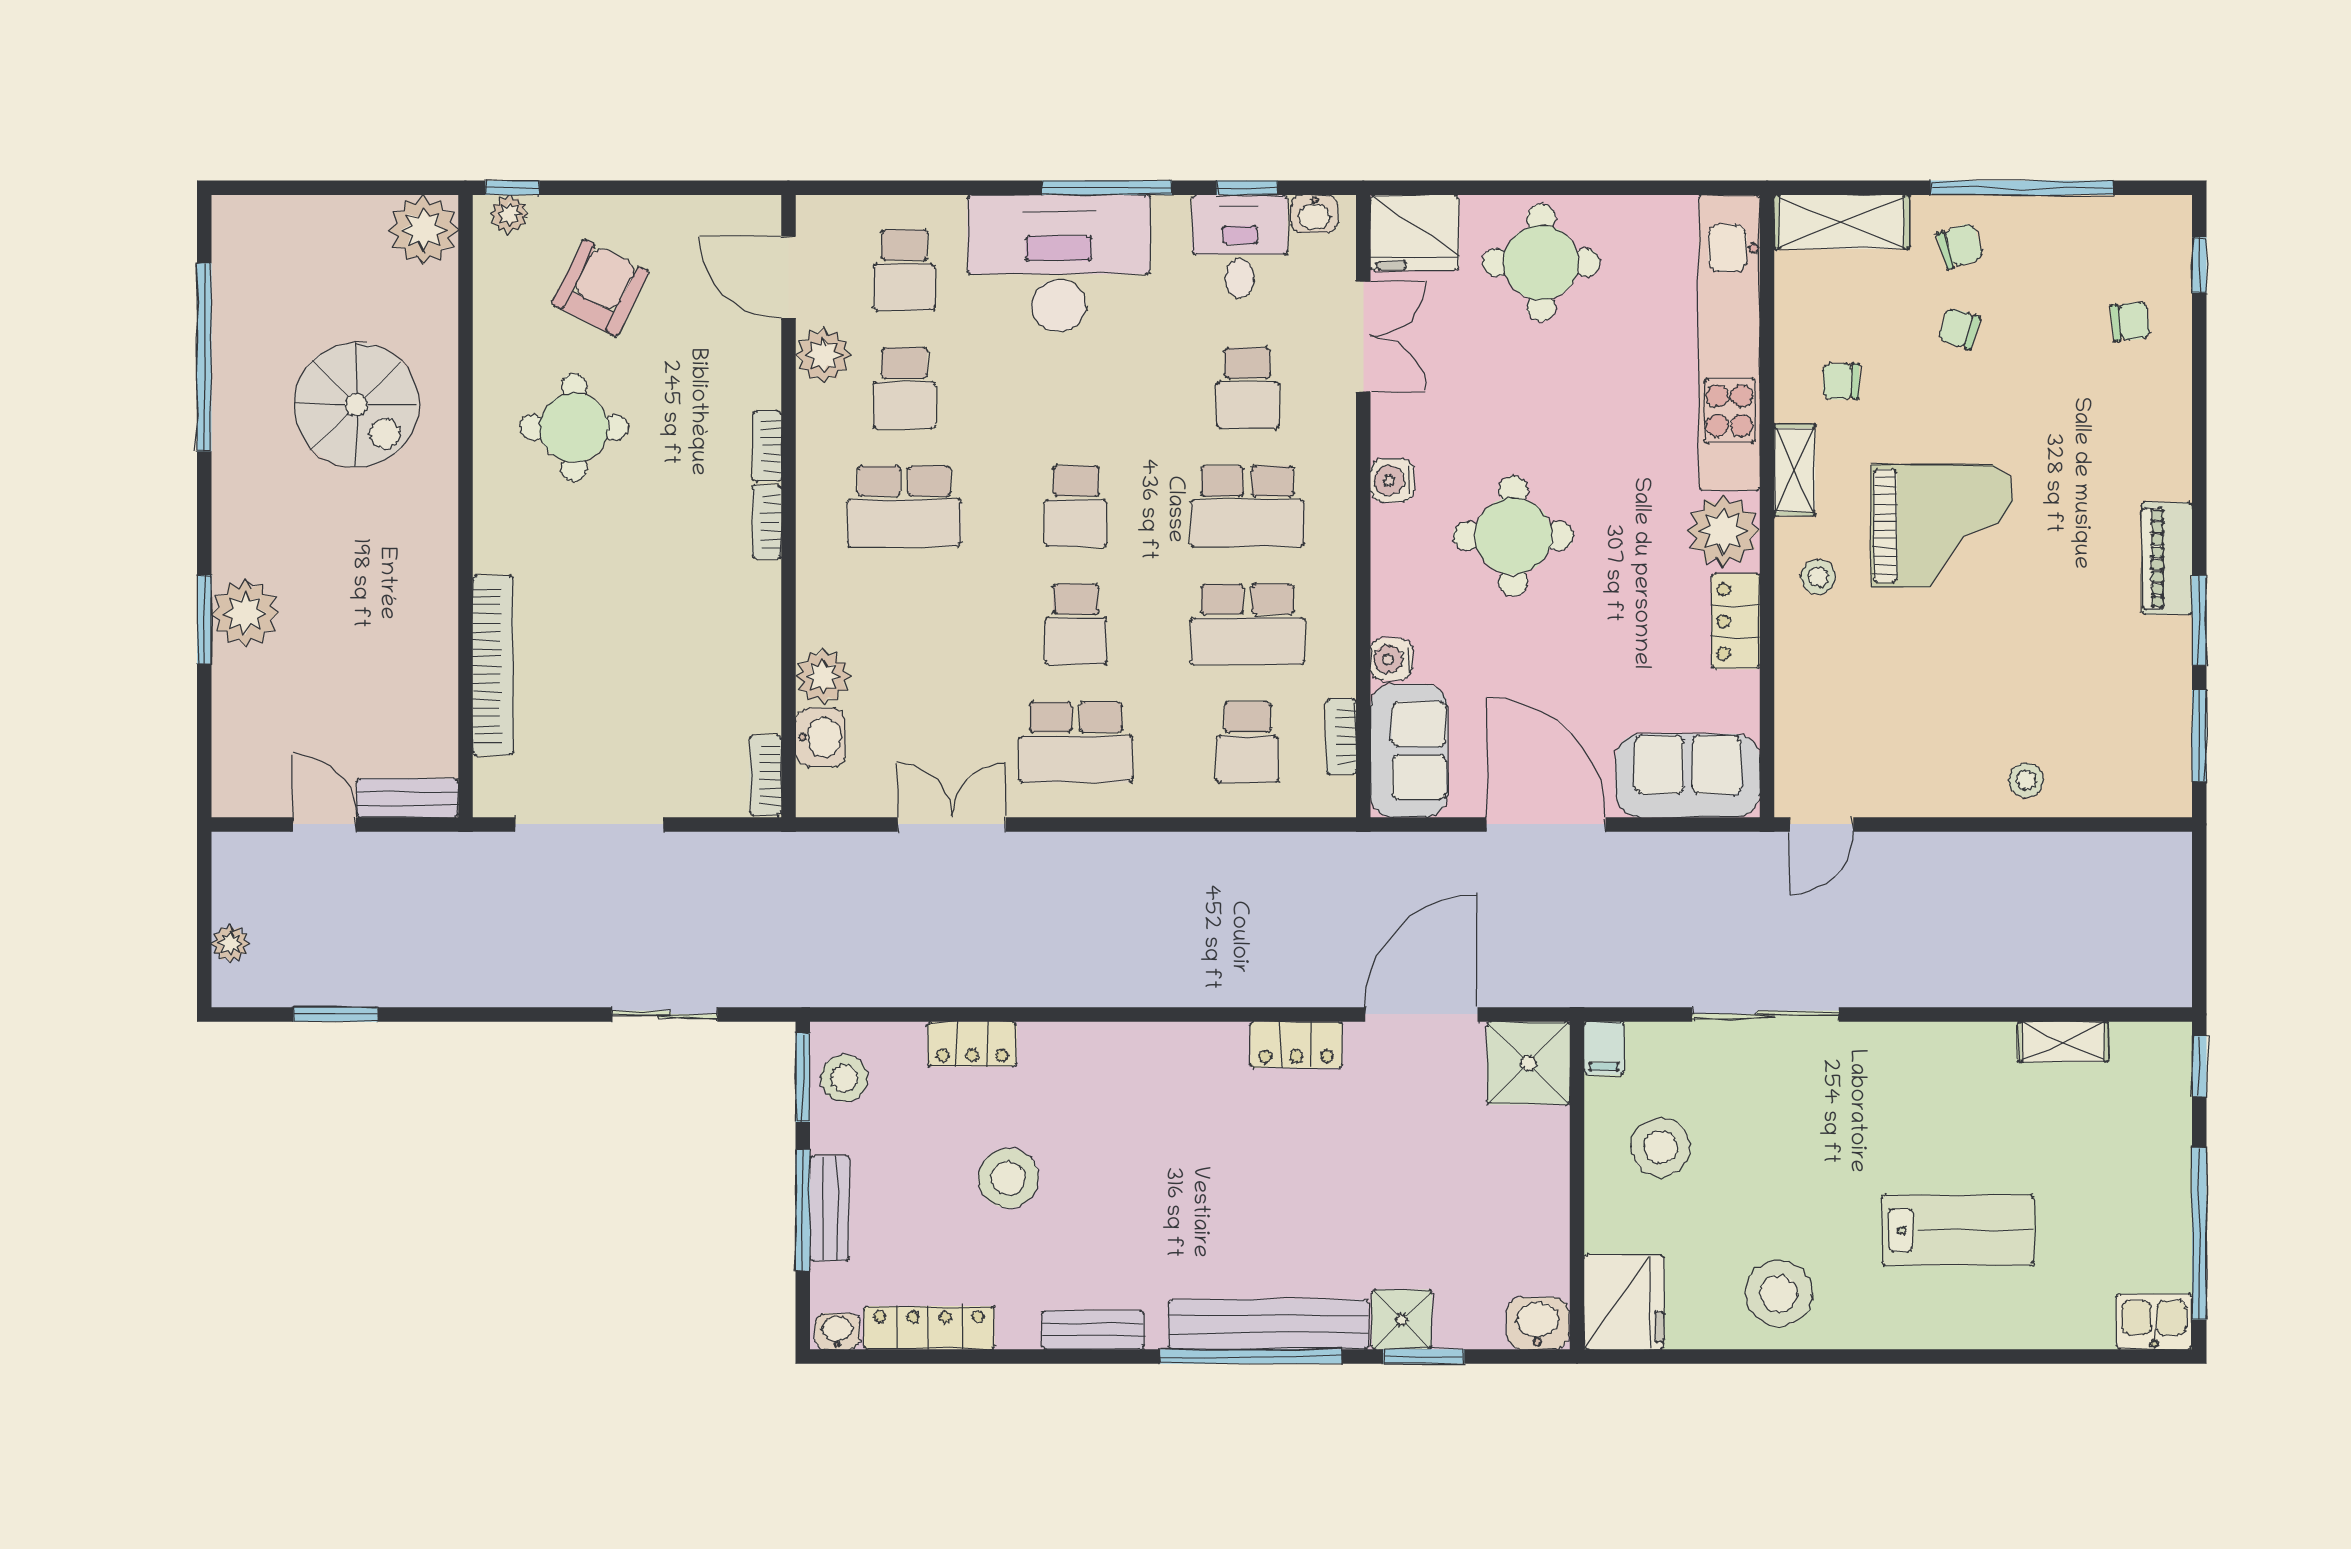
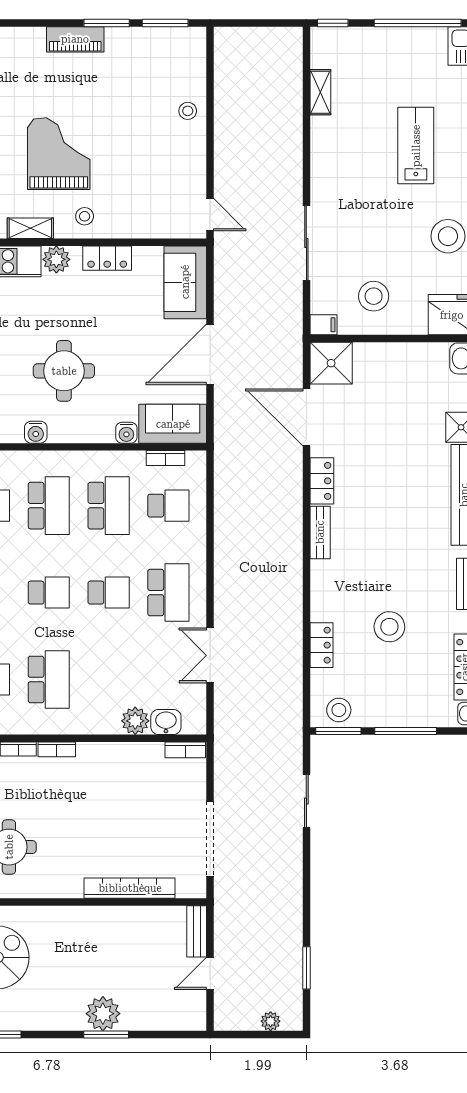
plant: (1723, 531) -> (56, 259), width x0.73, depth x0.73
bench: (830, 1208) -> (320, 532), moved, turned 90

